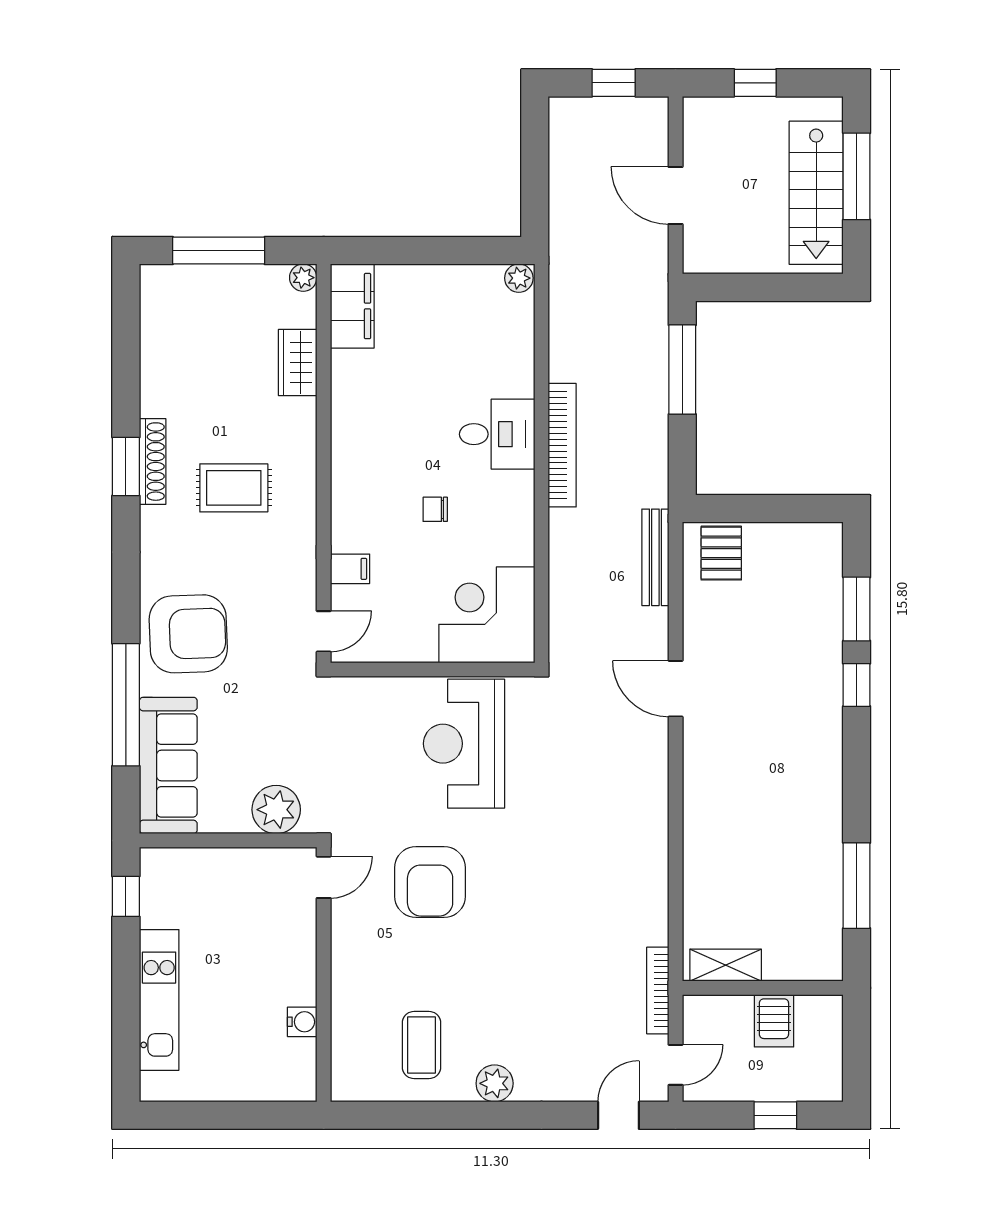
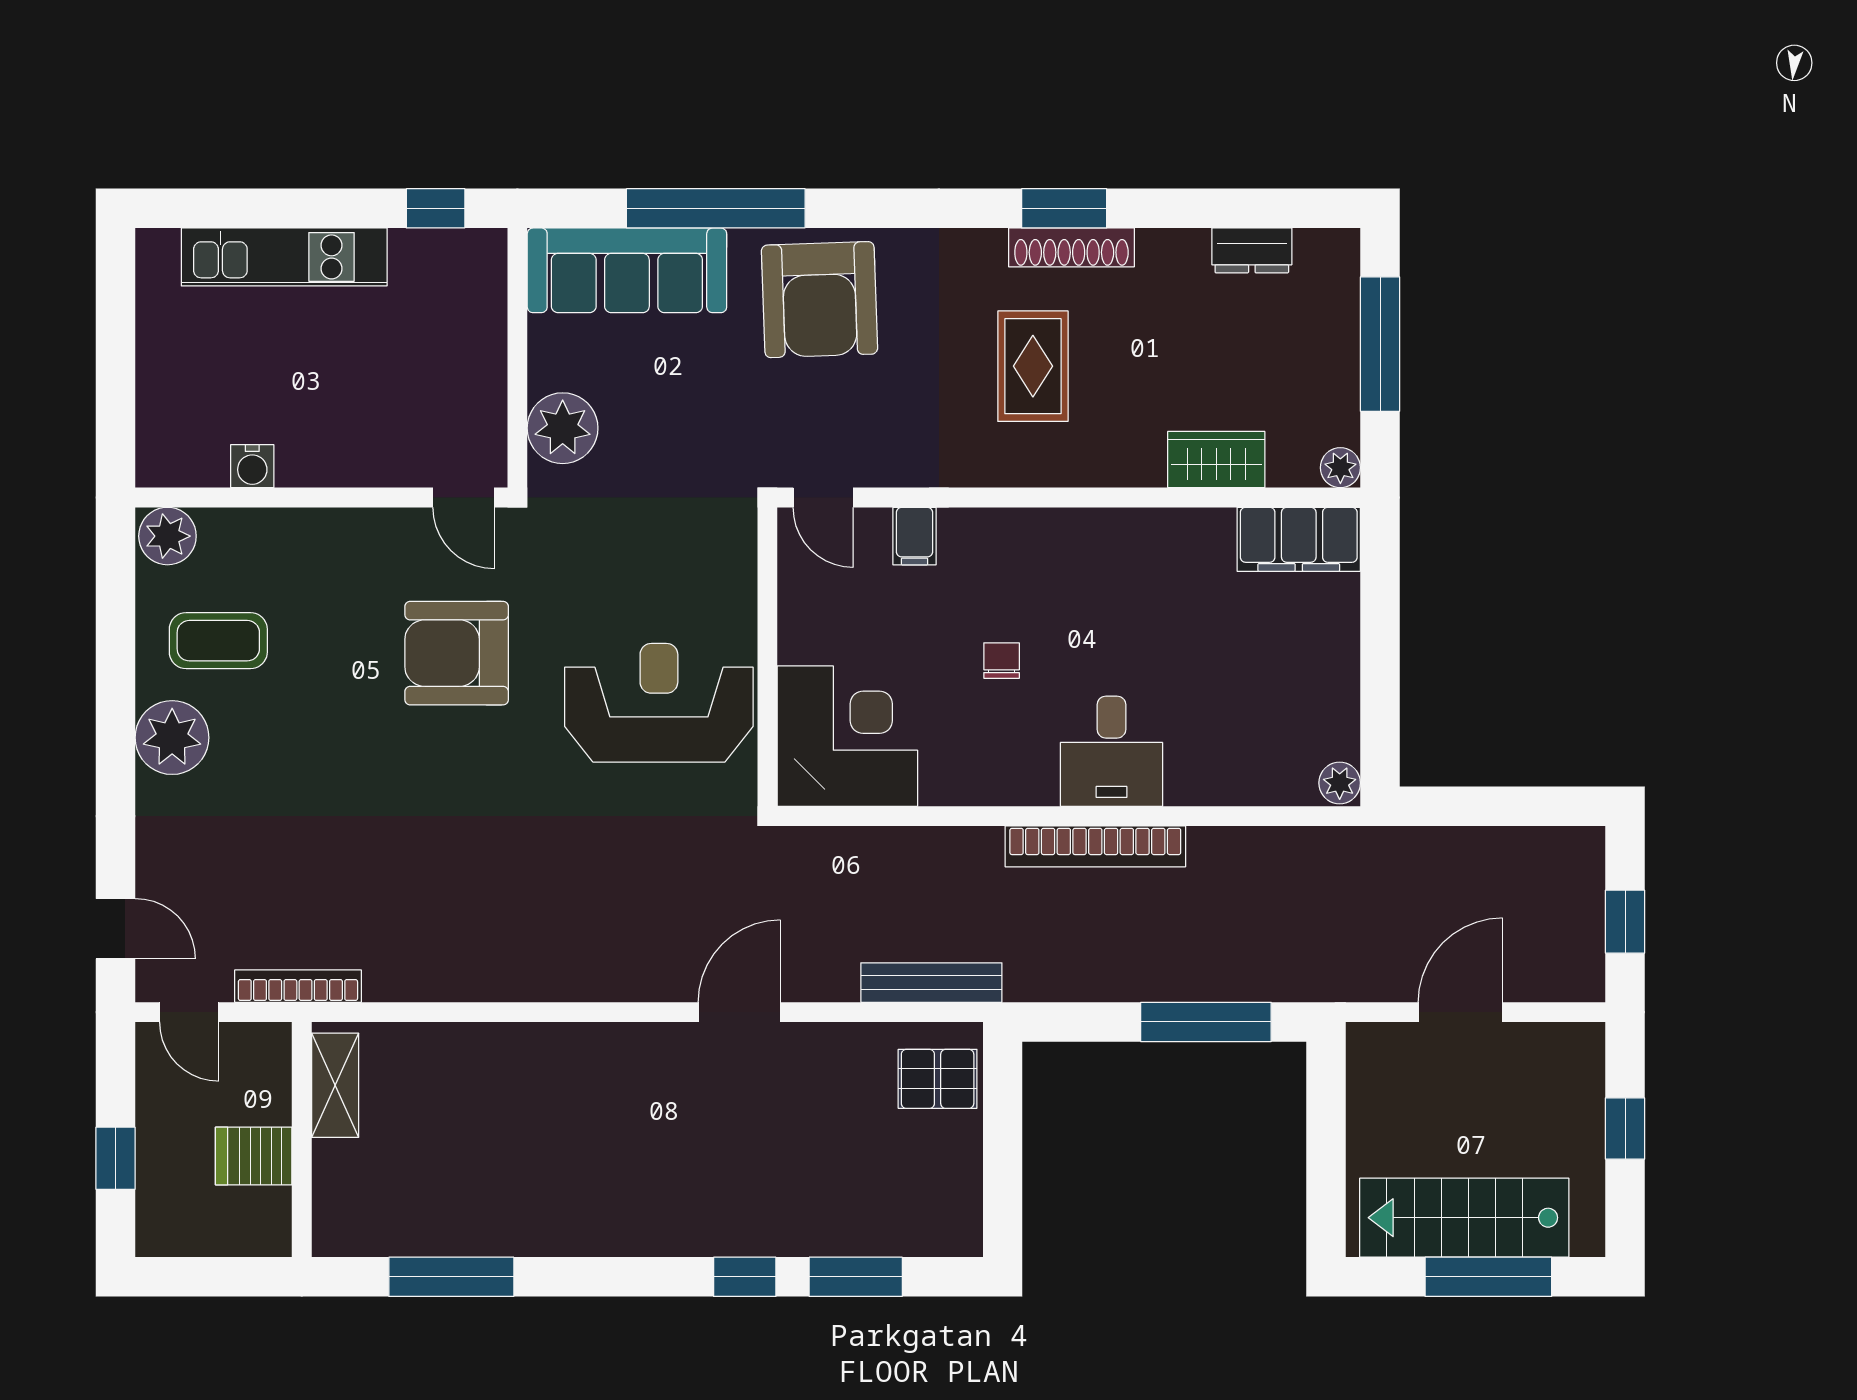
dresser: (155, 338) -> (1252, 250), added
plant: (350, 1080) -> (167, 536), added
plant: (495, 1083) -> (172, 738), width x1.36, depth x1.36

